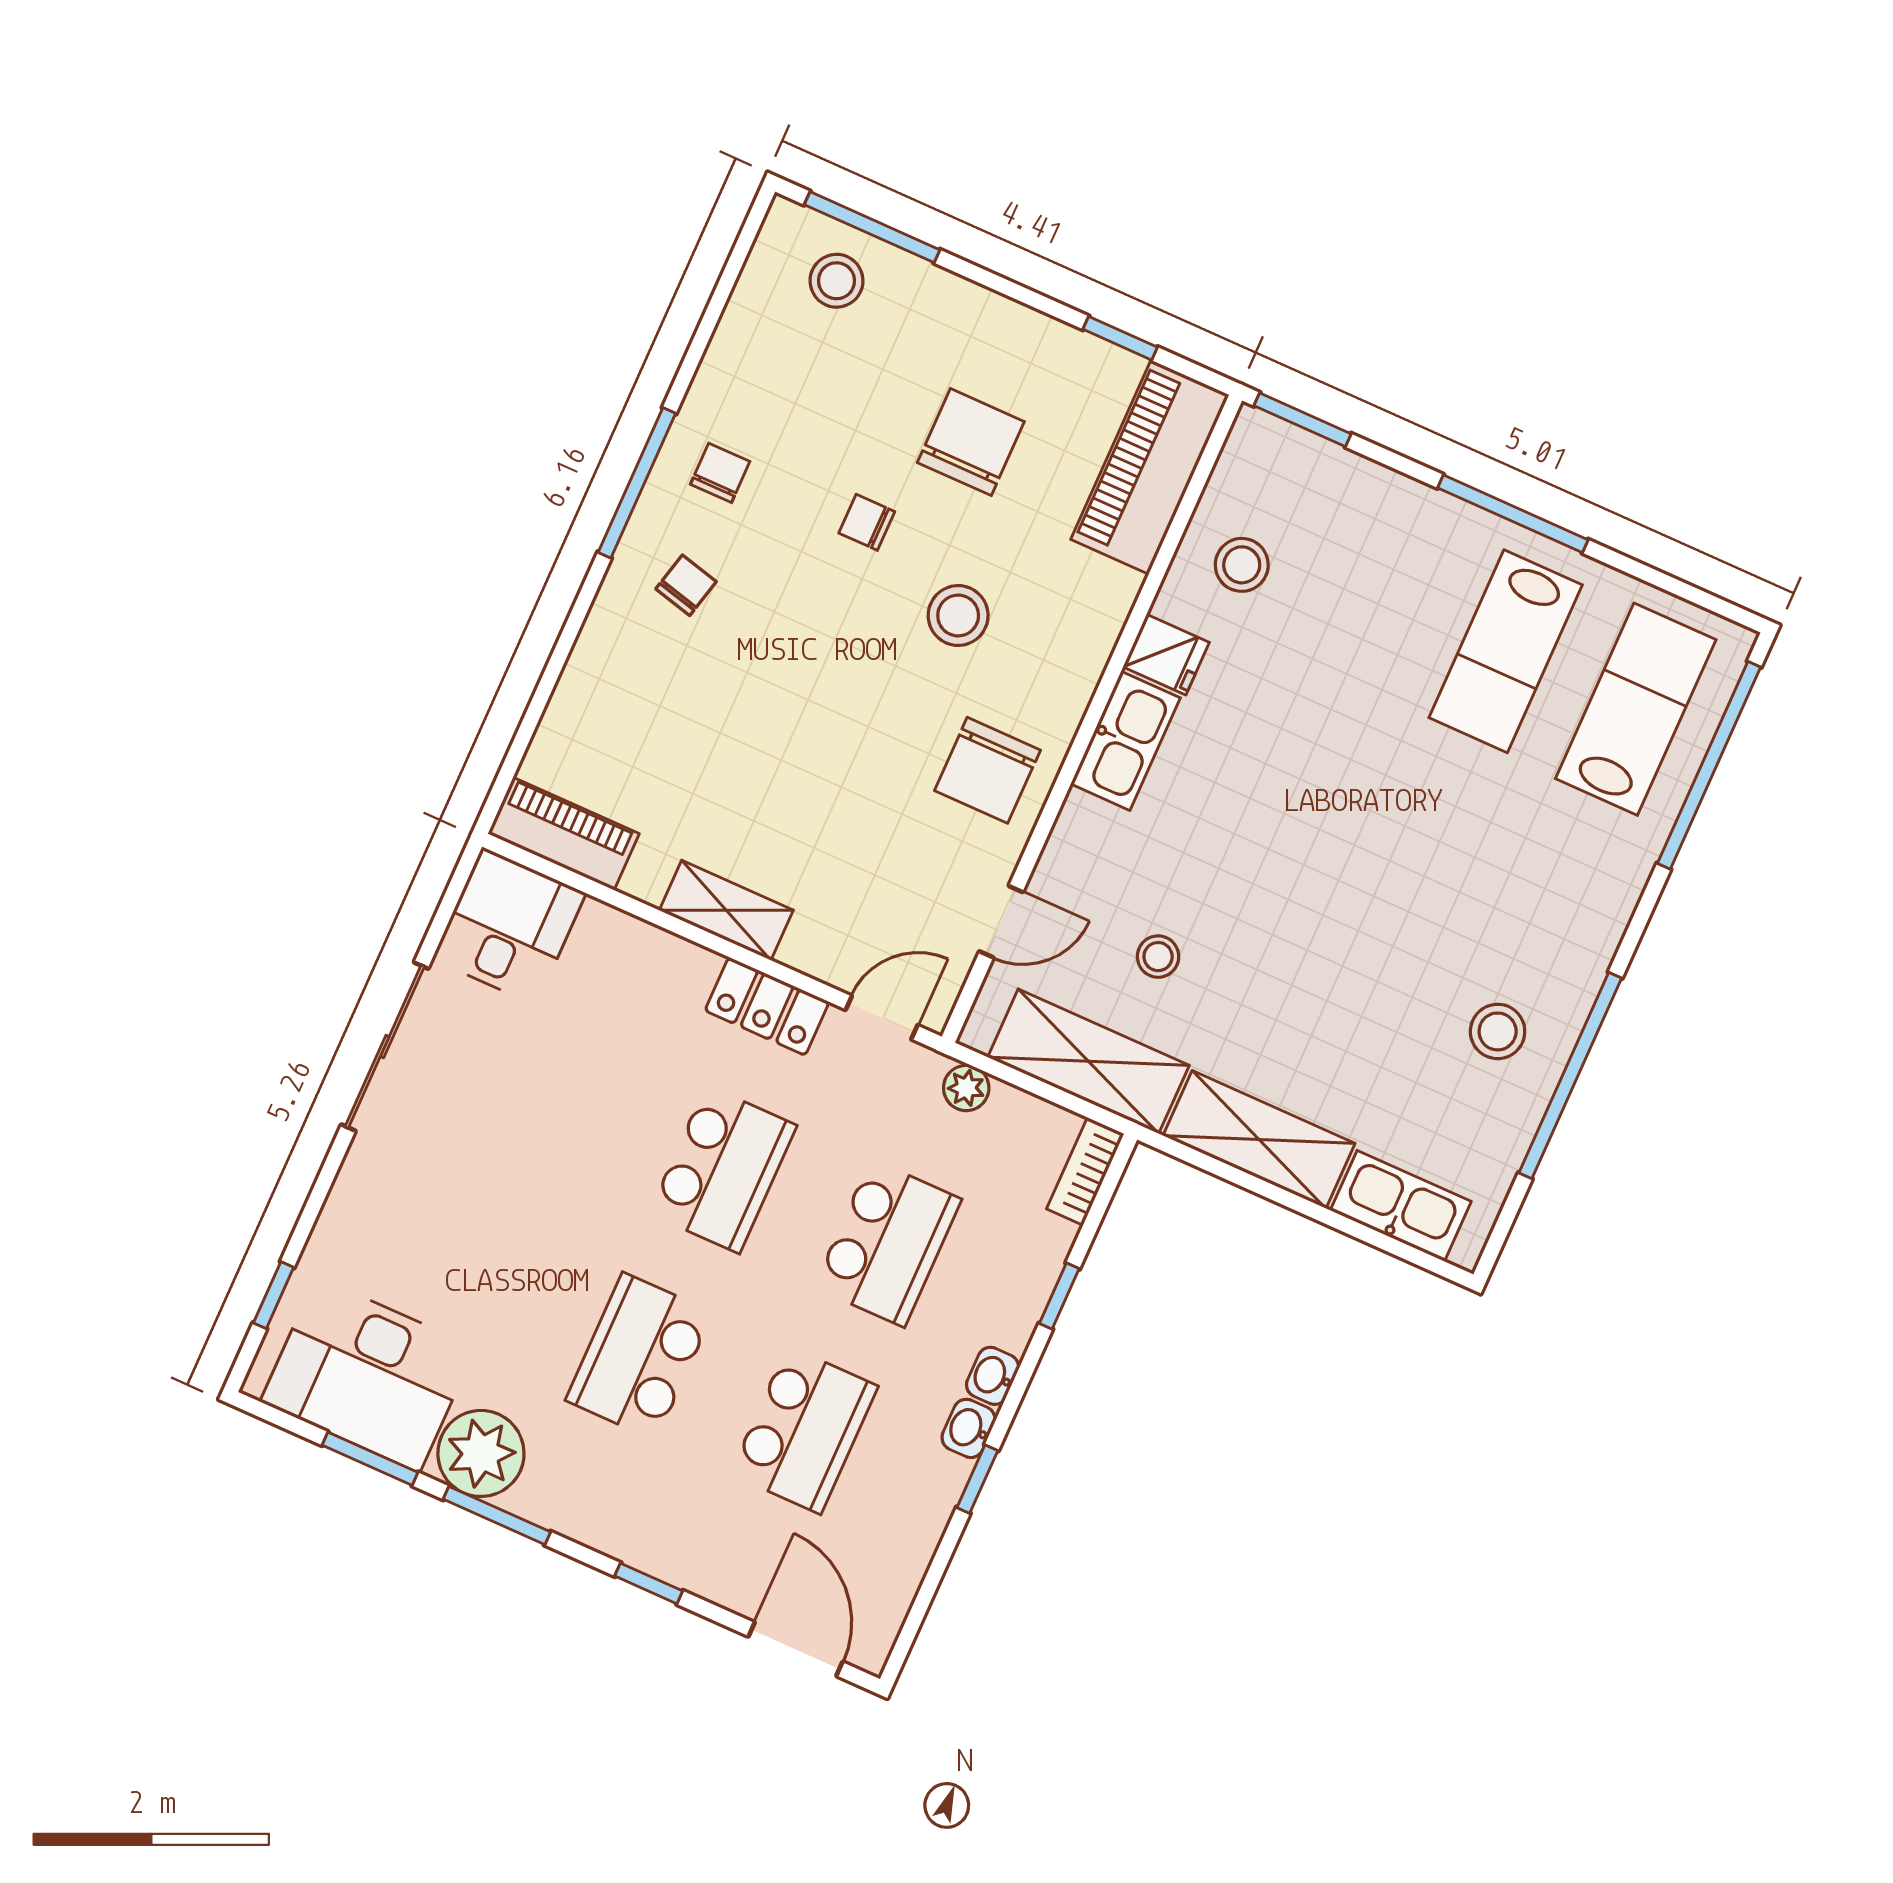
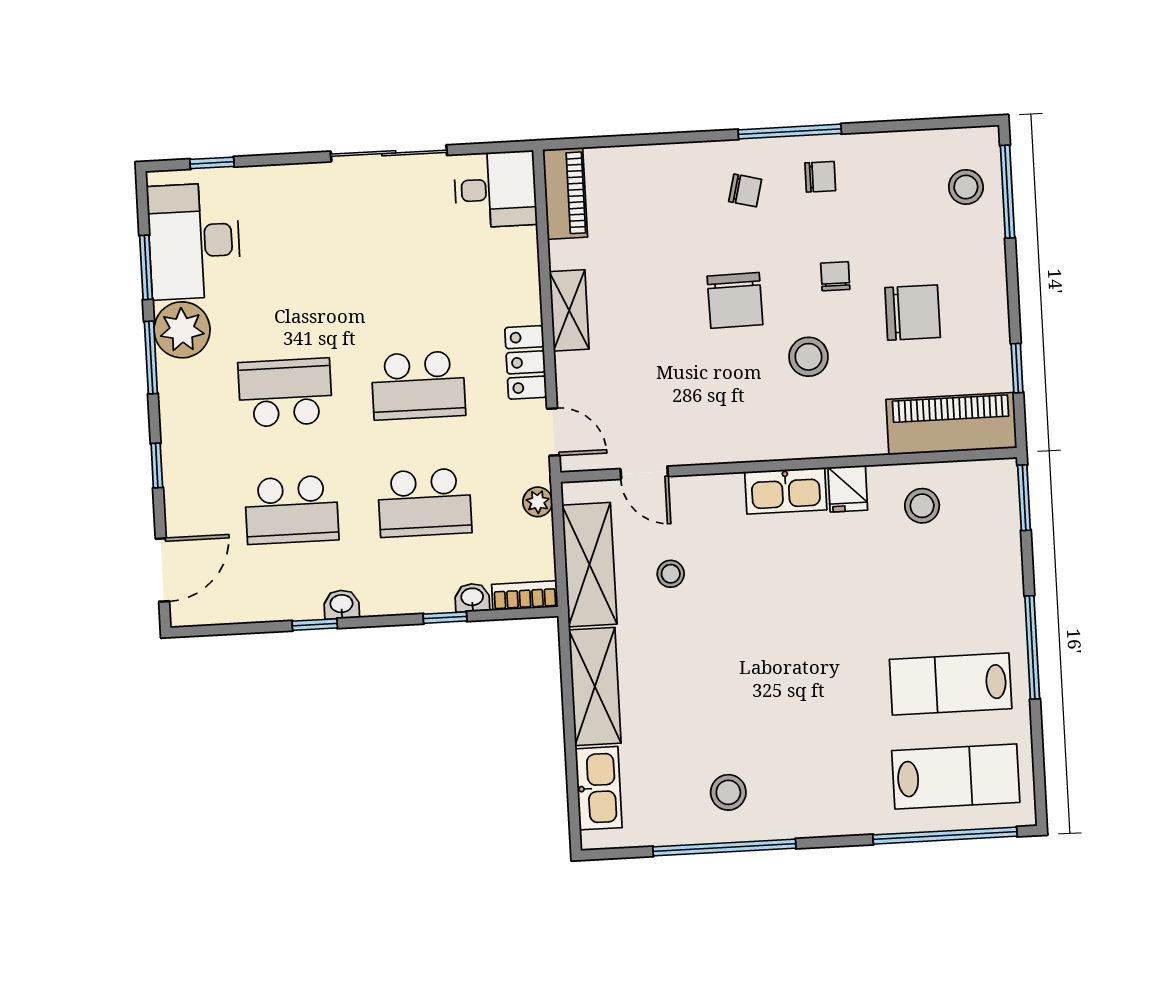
chair: (987, 770) -> (735, 300), moved, turned -91
washbasin: (993, 1376) -> (472, 598), moved

